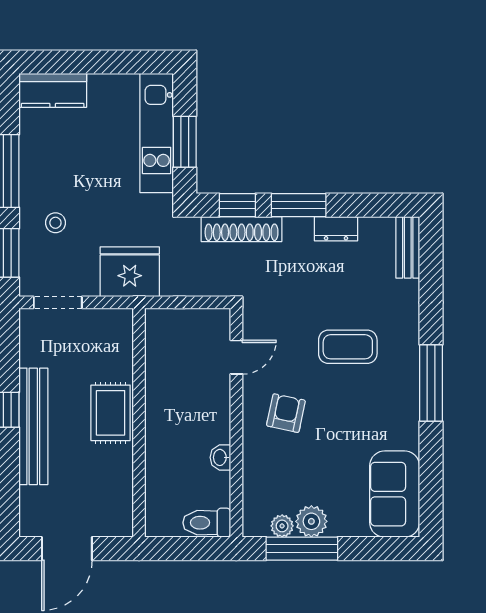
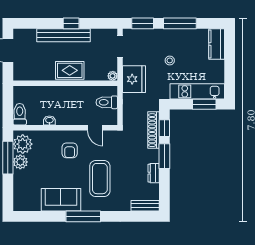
window: (185, 142) -> (204, 104), moved
stool: (55, 223) -> (170, 60), moved
plant: (123, 319) -> (113, 76), added
toilet: (181, 332) -> (107, 102), added
coffee table: (348, 347) -> (100, 179), width x1.36, depth x1.32
armchair: (286, 413) -> (70, 150), turned 78
sofa: (395, 494) -> (61, 200), moved
plant: (282, 526) -> (23, 144), width x1.88, depth x1.88

